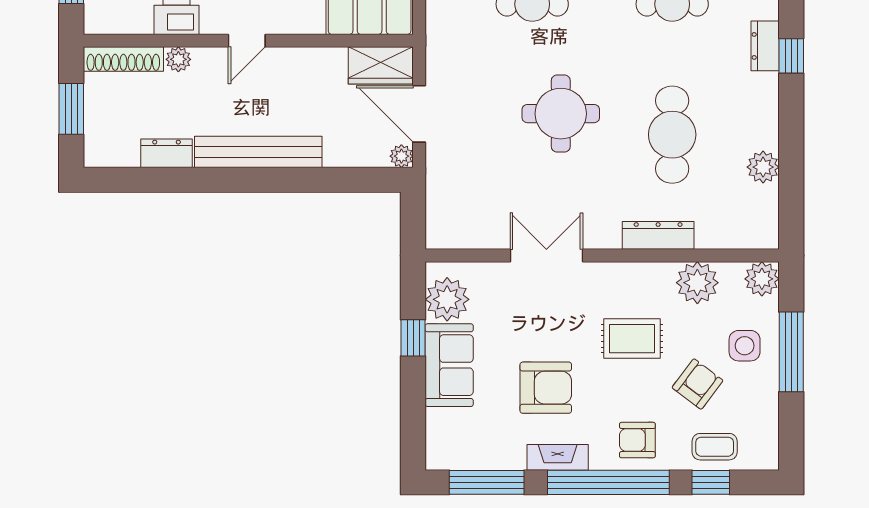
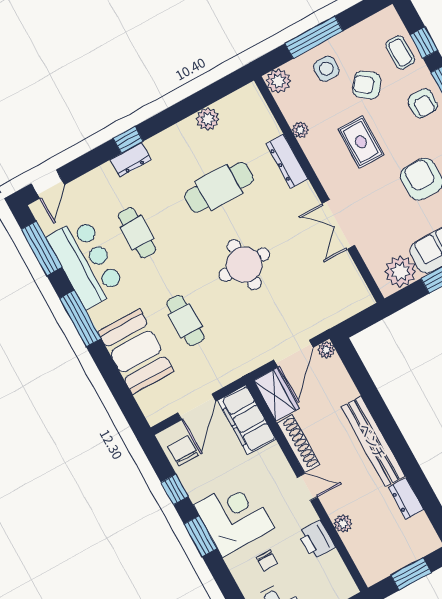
shoe rack: (123, 59) -> (298, 444), moved
plant: (697, 283) -> (300, 130), width x0.53, depth x0.53

